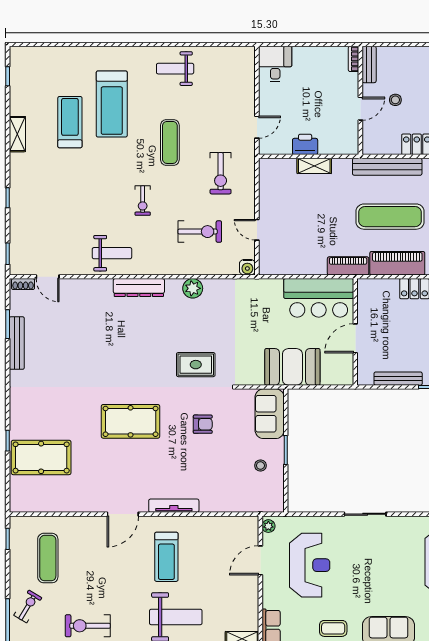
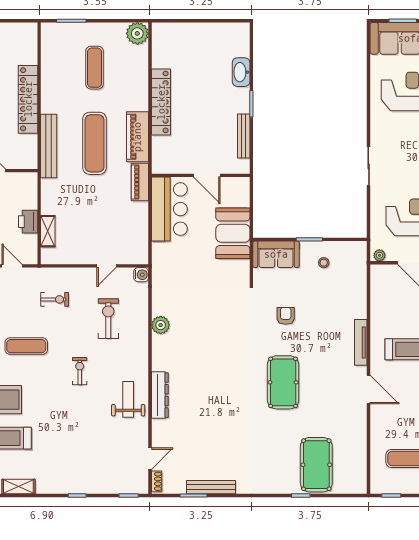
shelving: (314, 166) -> (48, 231), moved
exercise bike: (221, 173) -> (55, 299), width x0.73, depth x0.72
exercise bike: (143, 201) -> (80, 371), turned -90
dresser: (139, 288) -> (160, 395), moved
rug: (196, 365) -> (231, 322), removed

